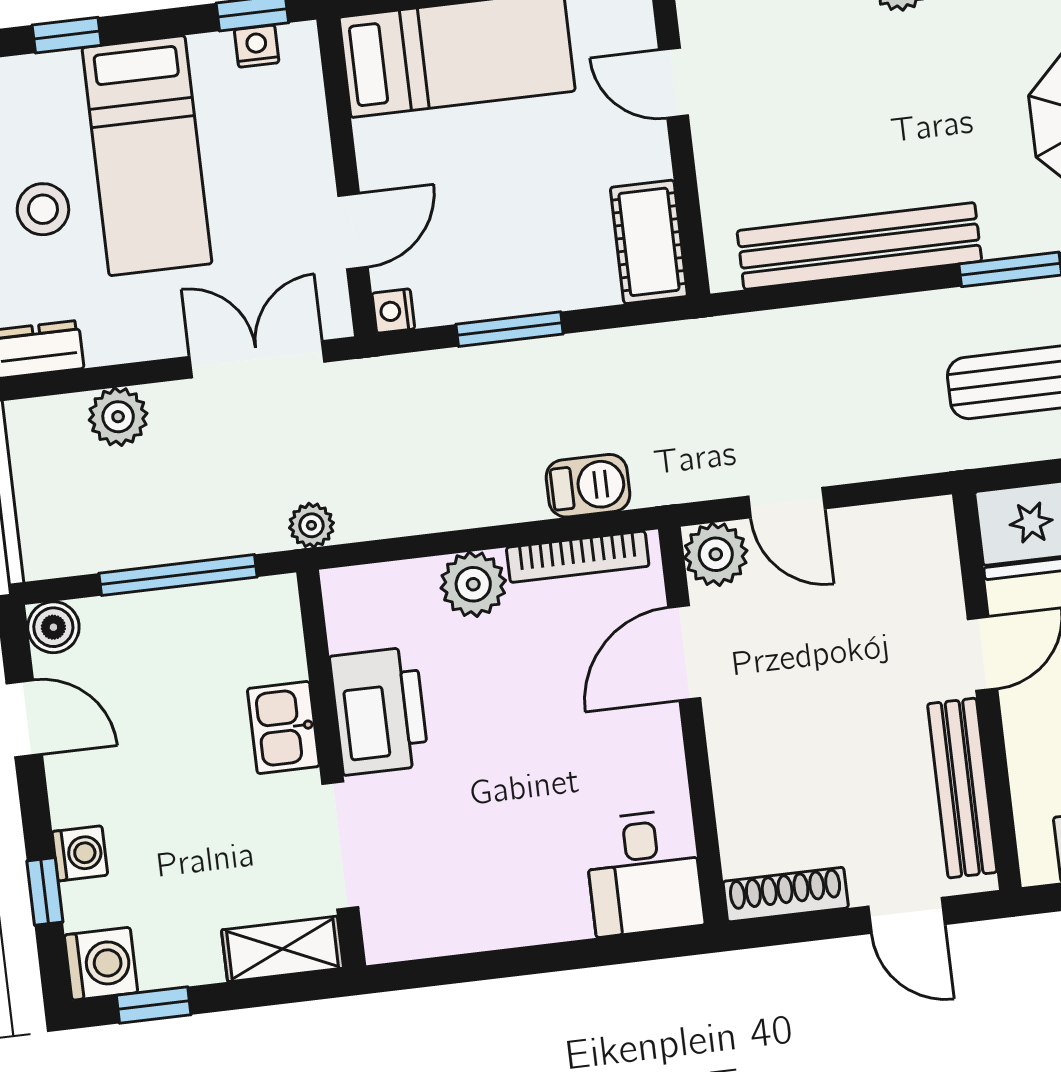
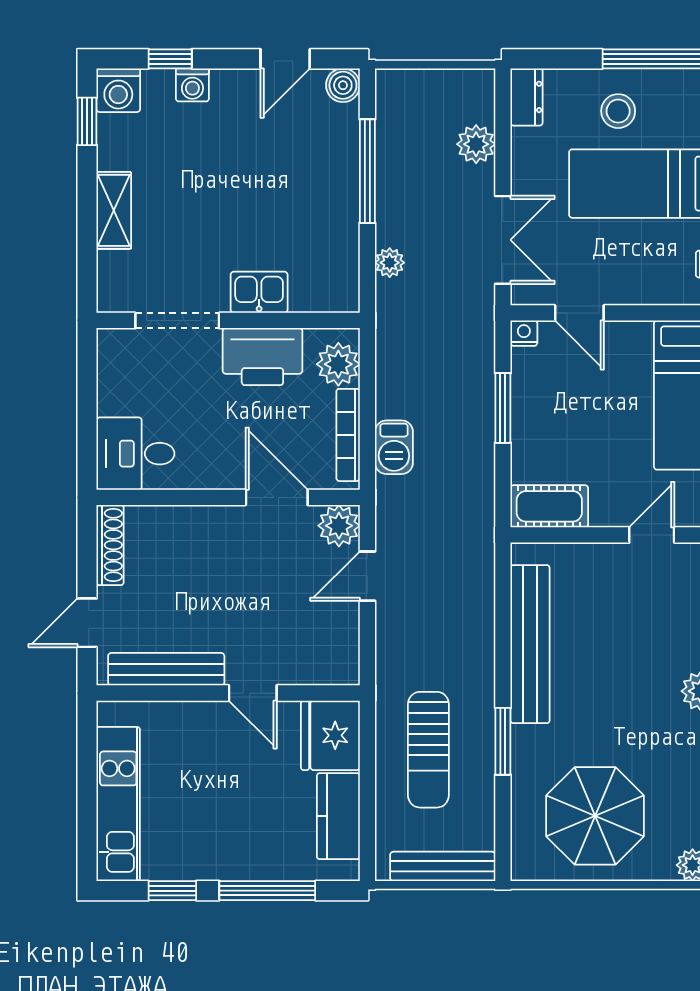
printer: (379, 711) -> (262, 357), moved
kitchen sink: (283, 727) -> (259, 292), moved
wall: (331, 769) -> (228, 320), moved
doorway: (340, 845) -> (177, 320), moved

